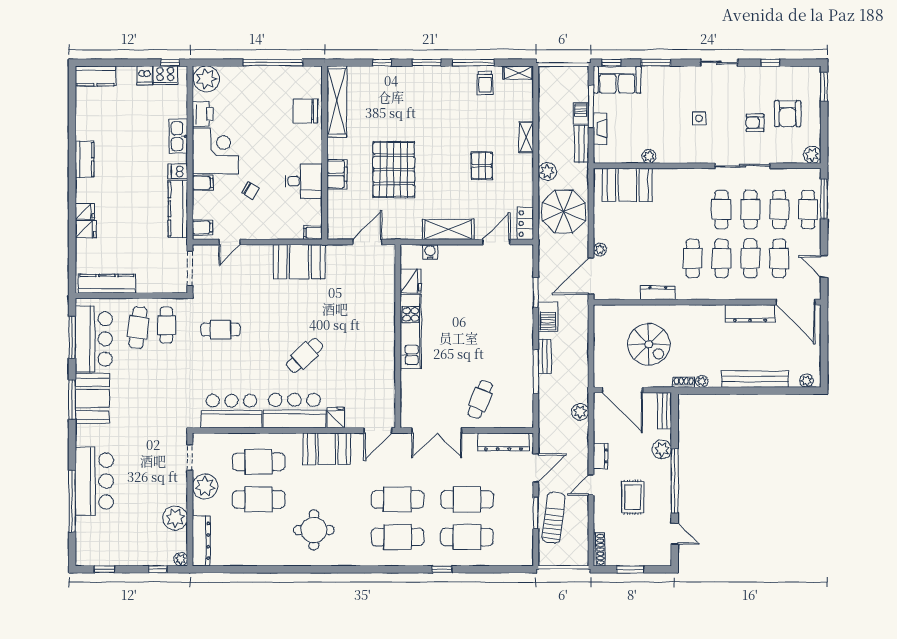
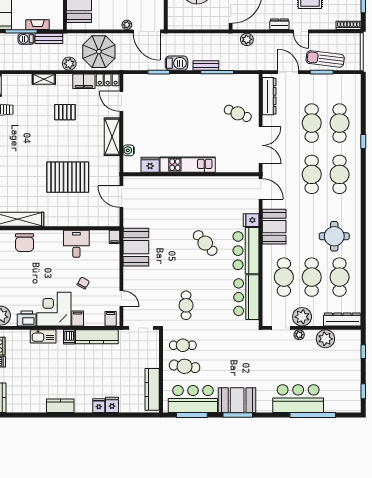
filing cabinet: (337, 174) -> (84, 81), moved, turned 180
cafe table: (259, 537) -> (340, 277), added
plant: (181, 559) -> (299, 335), moved

